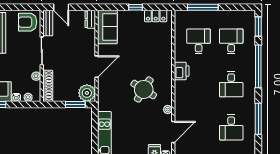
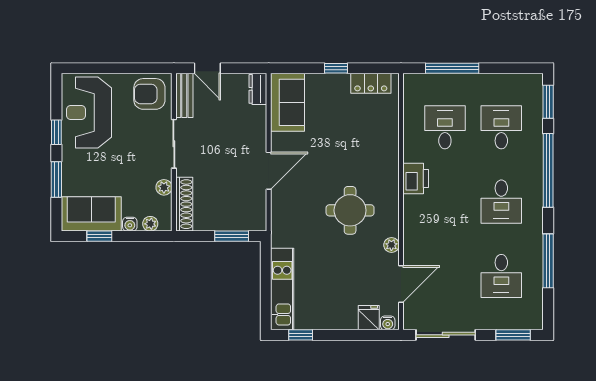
round table: (144, 89) -> (350, 210), turned -32
plant: (87, 93) -> (252, 216), removed

